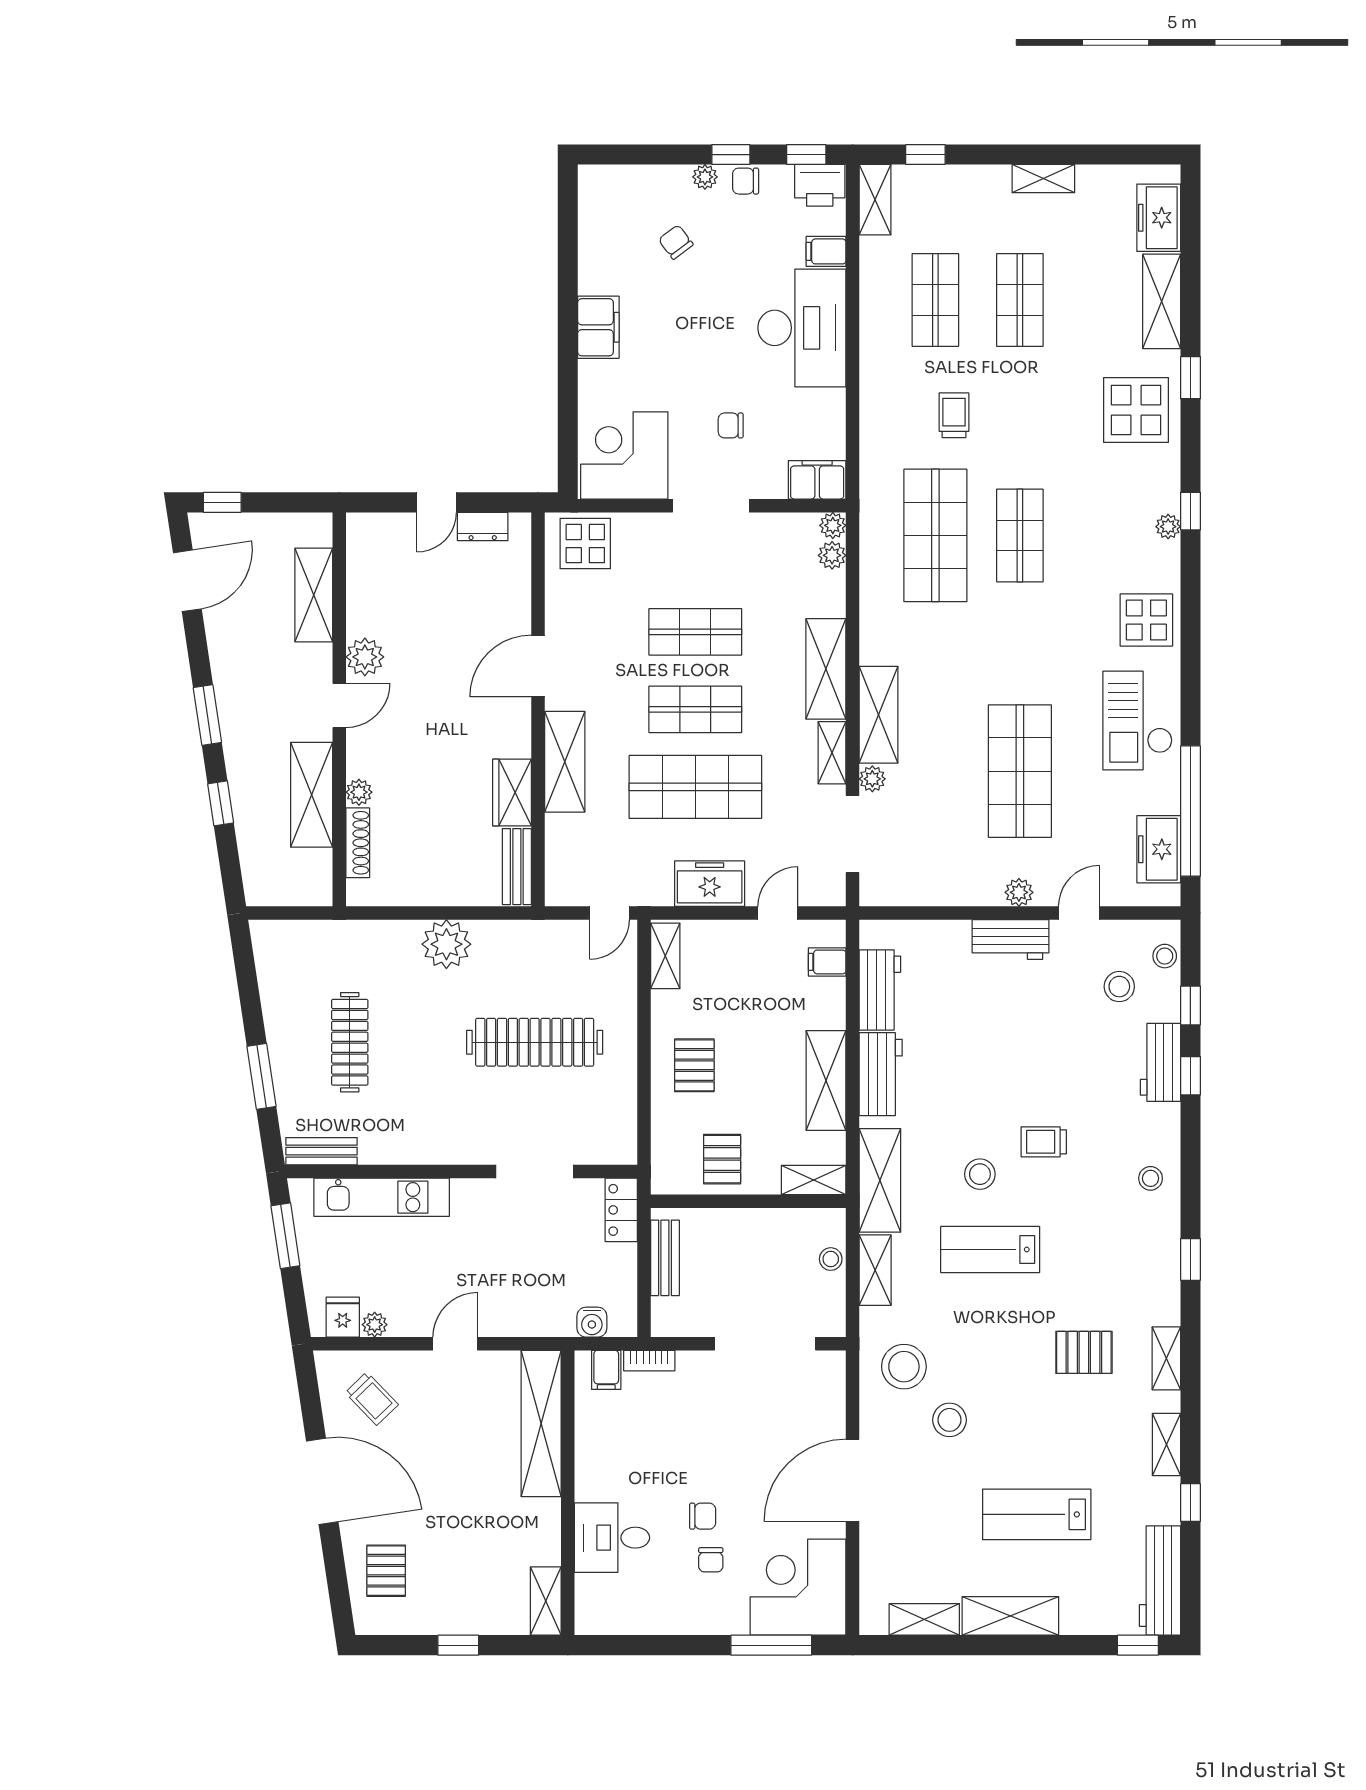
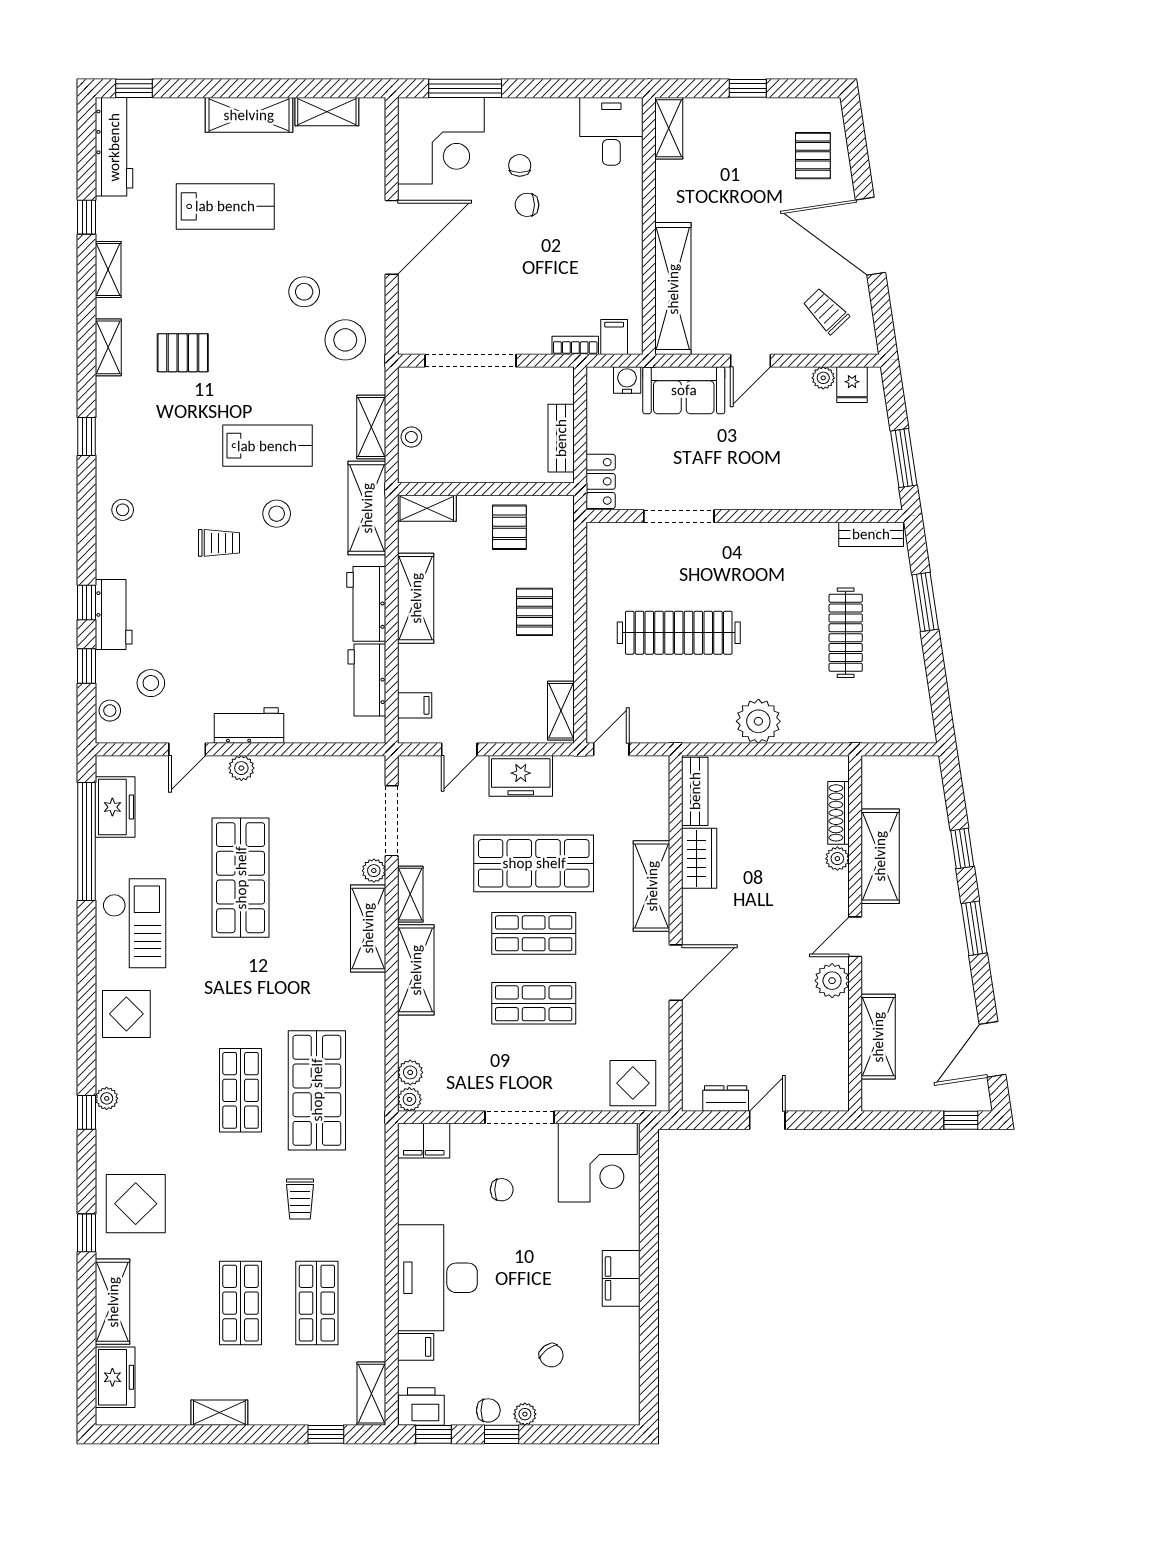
kitchen unit: (382, 1197) -> (817, 493), removed
sofa: (529, 1311) -> (684, 390), added
desk: (612, 1538) -> (611, 131), moved, turned -90

